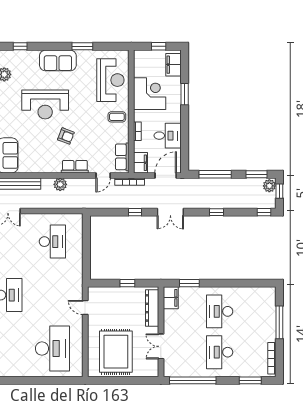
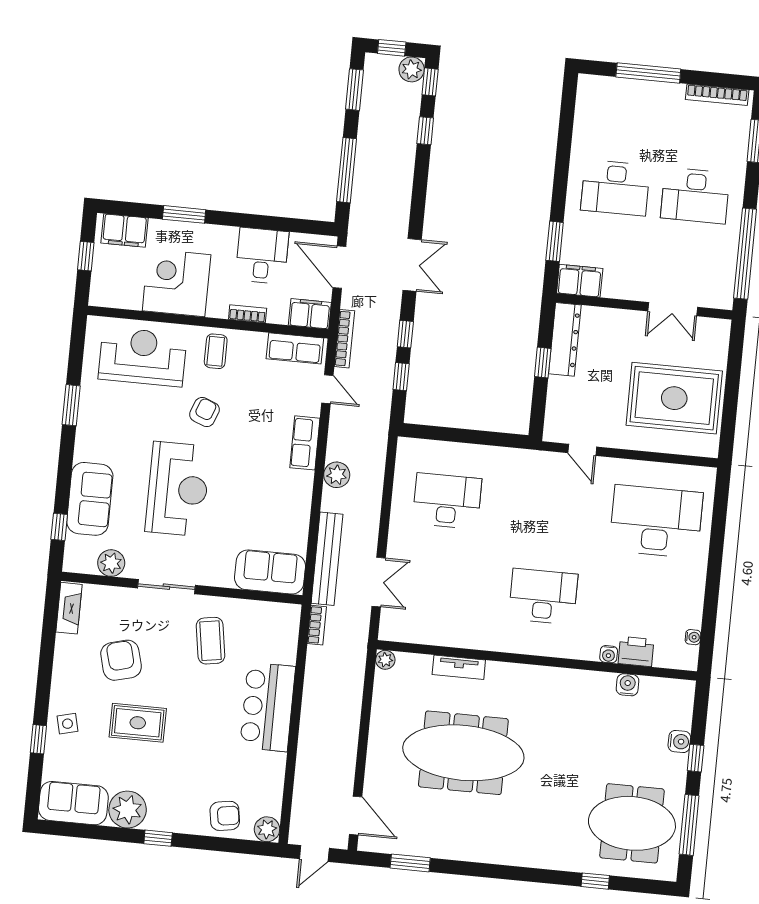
sofa: (58, 60) -> (90, 499), moved
armchair: (66, 136) -> (204, 412), moved
plant: (269, 186) -> (412, 69), moved
window: (113, 212) -> (401, 377), added
window: (216, 212) -> (425, 131), moved
door: (85, 308) -> (582, 450), hinge flipped
dresser: (152, 308) -> (565, 339), moved, turned -90

